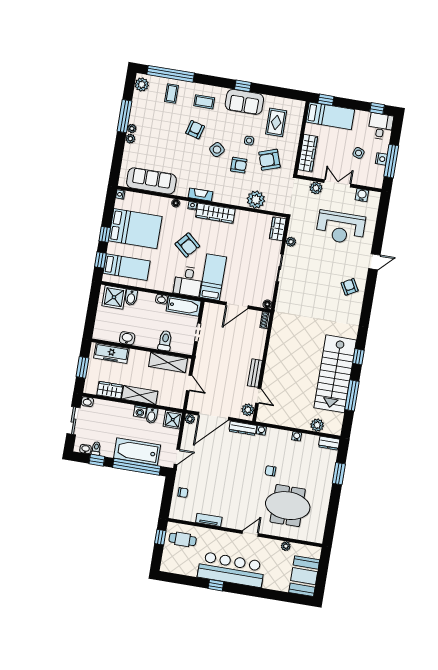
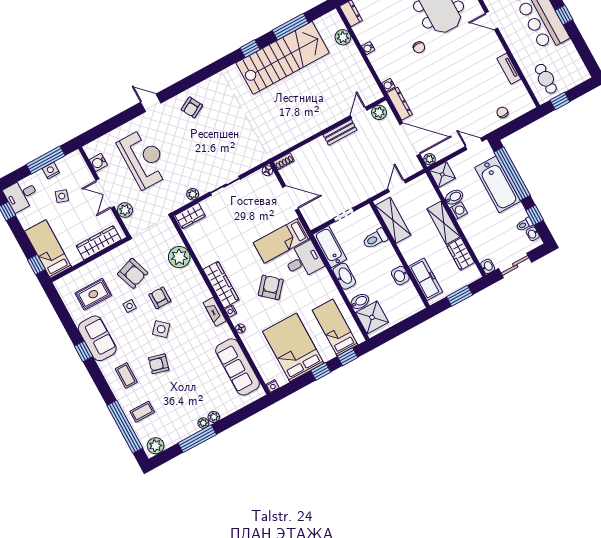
washbasin: (162, 299) -> (344, 276), width x1.91, depth x1.45

